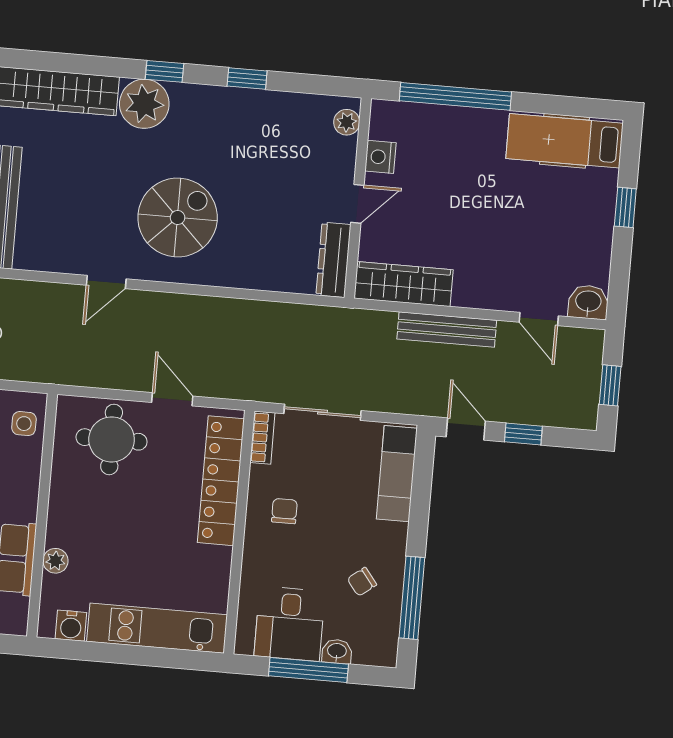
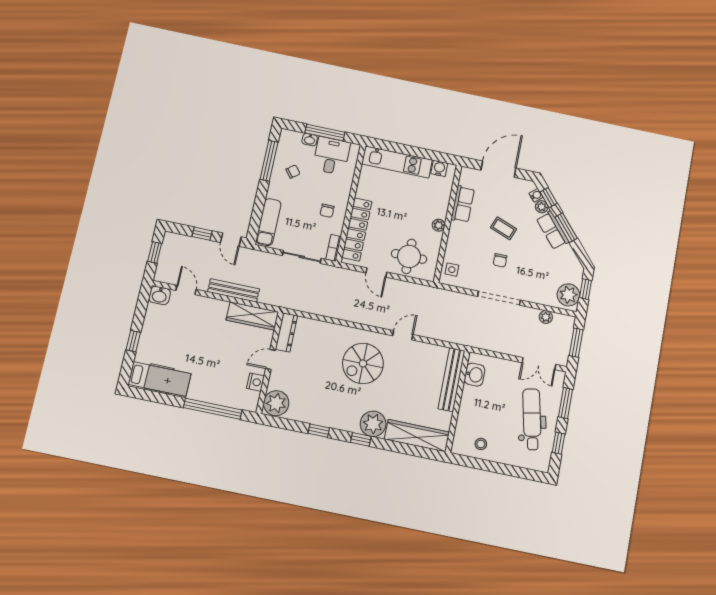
plant: (347, 122) -> (276, 403), width x1.88, depth x1.88
plant: (55, 561) -> (439, 225), moved

